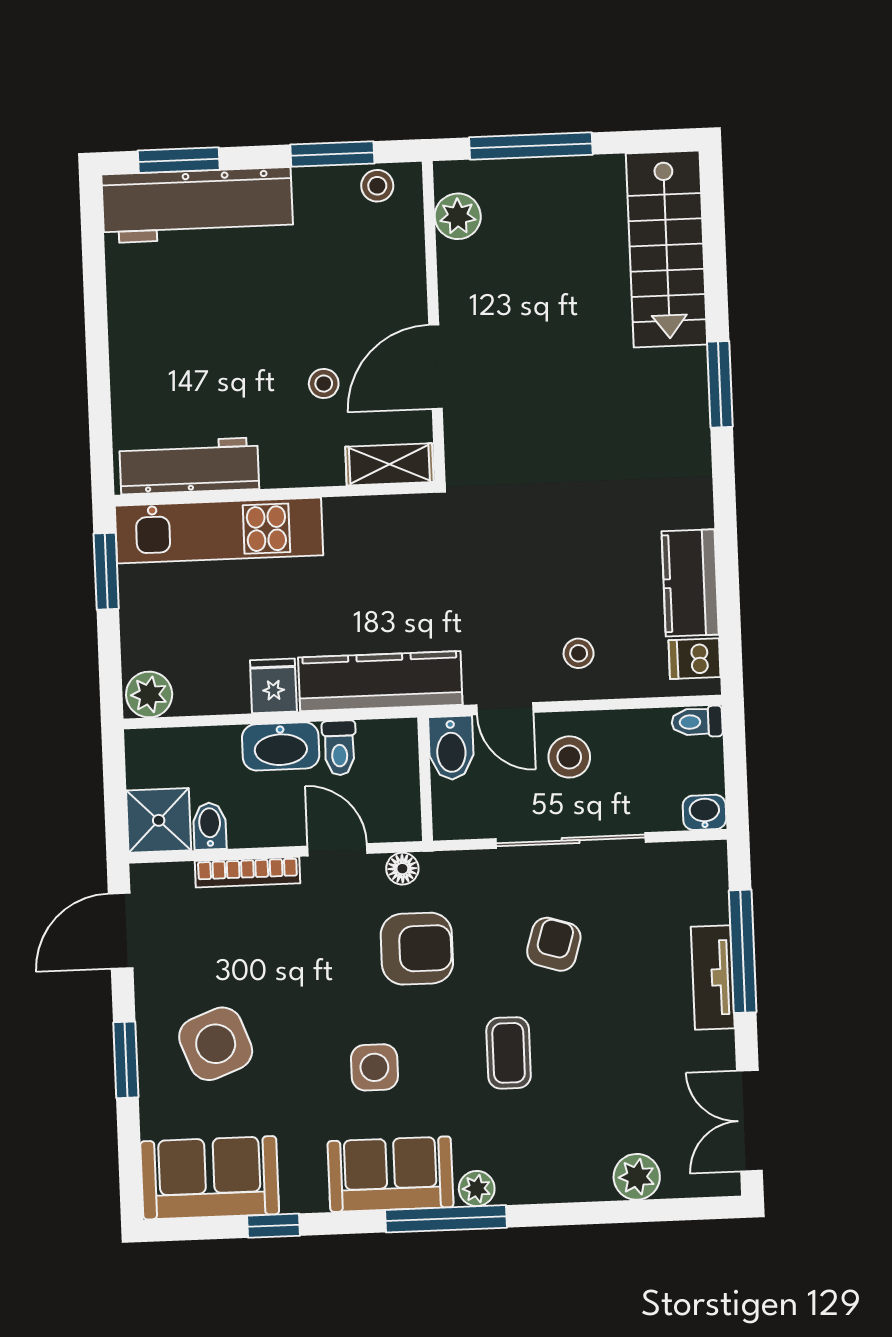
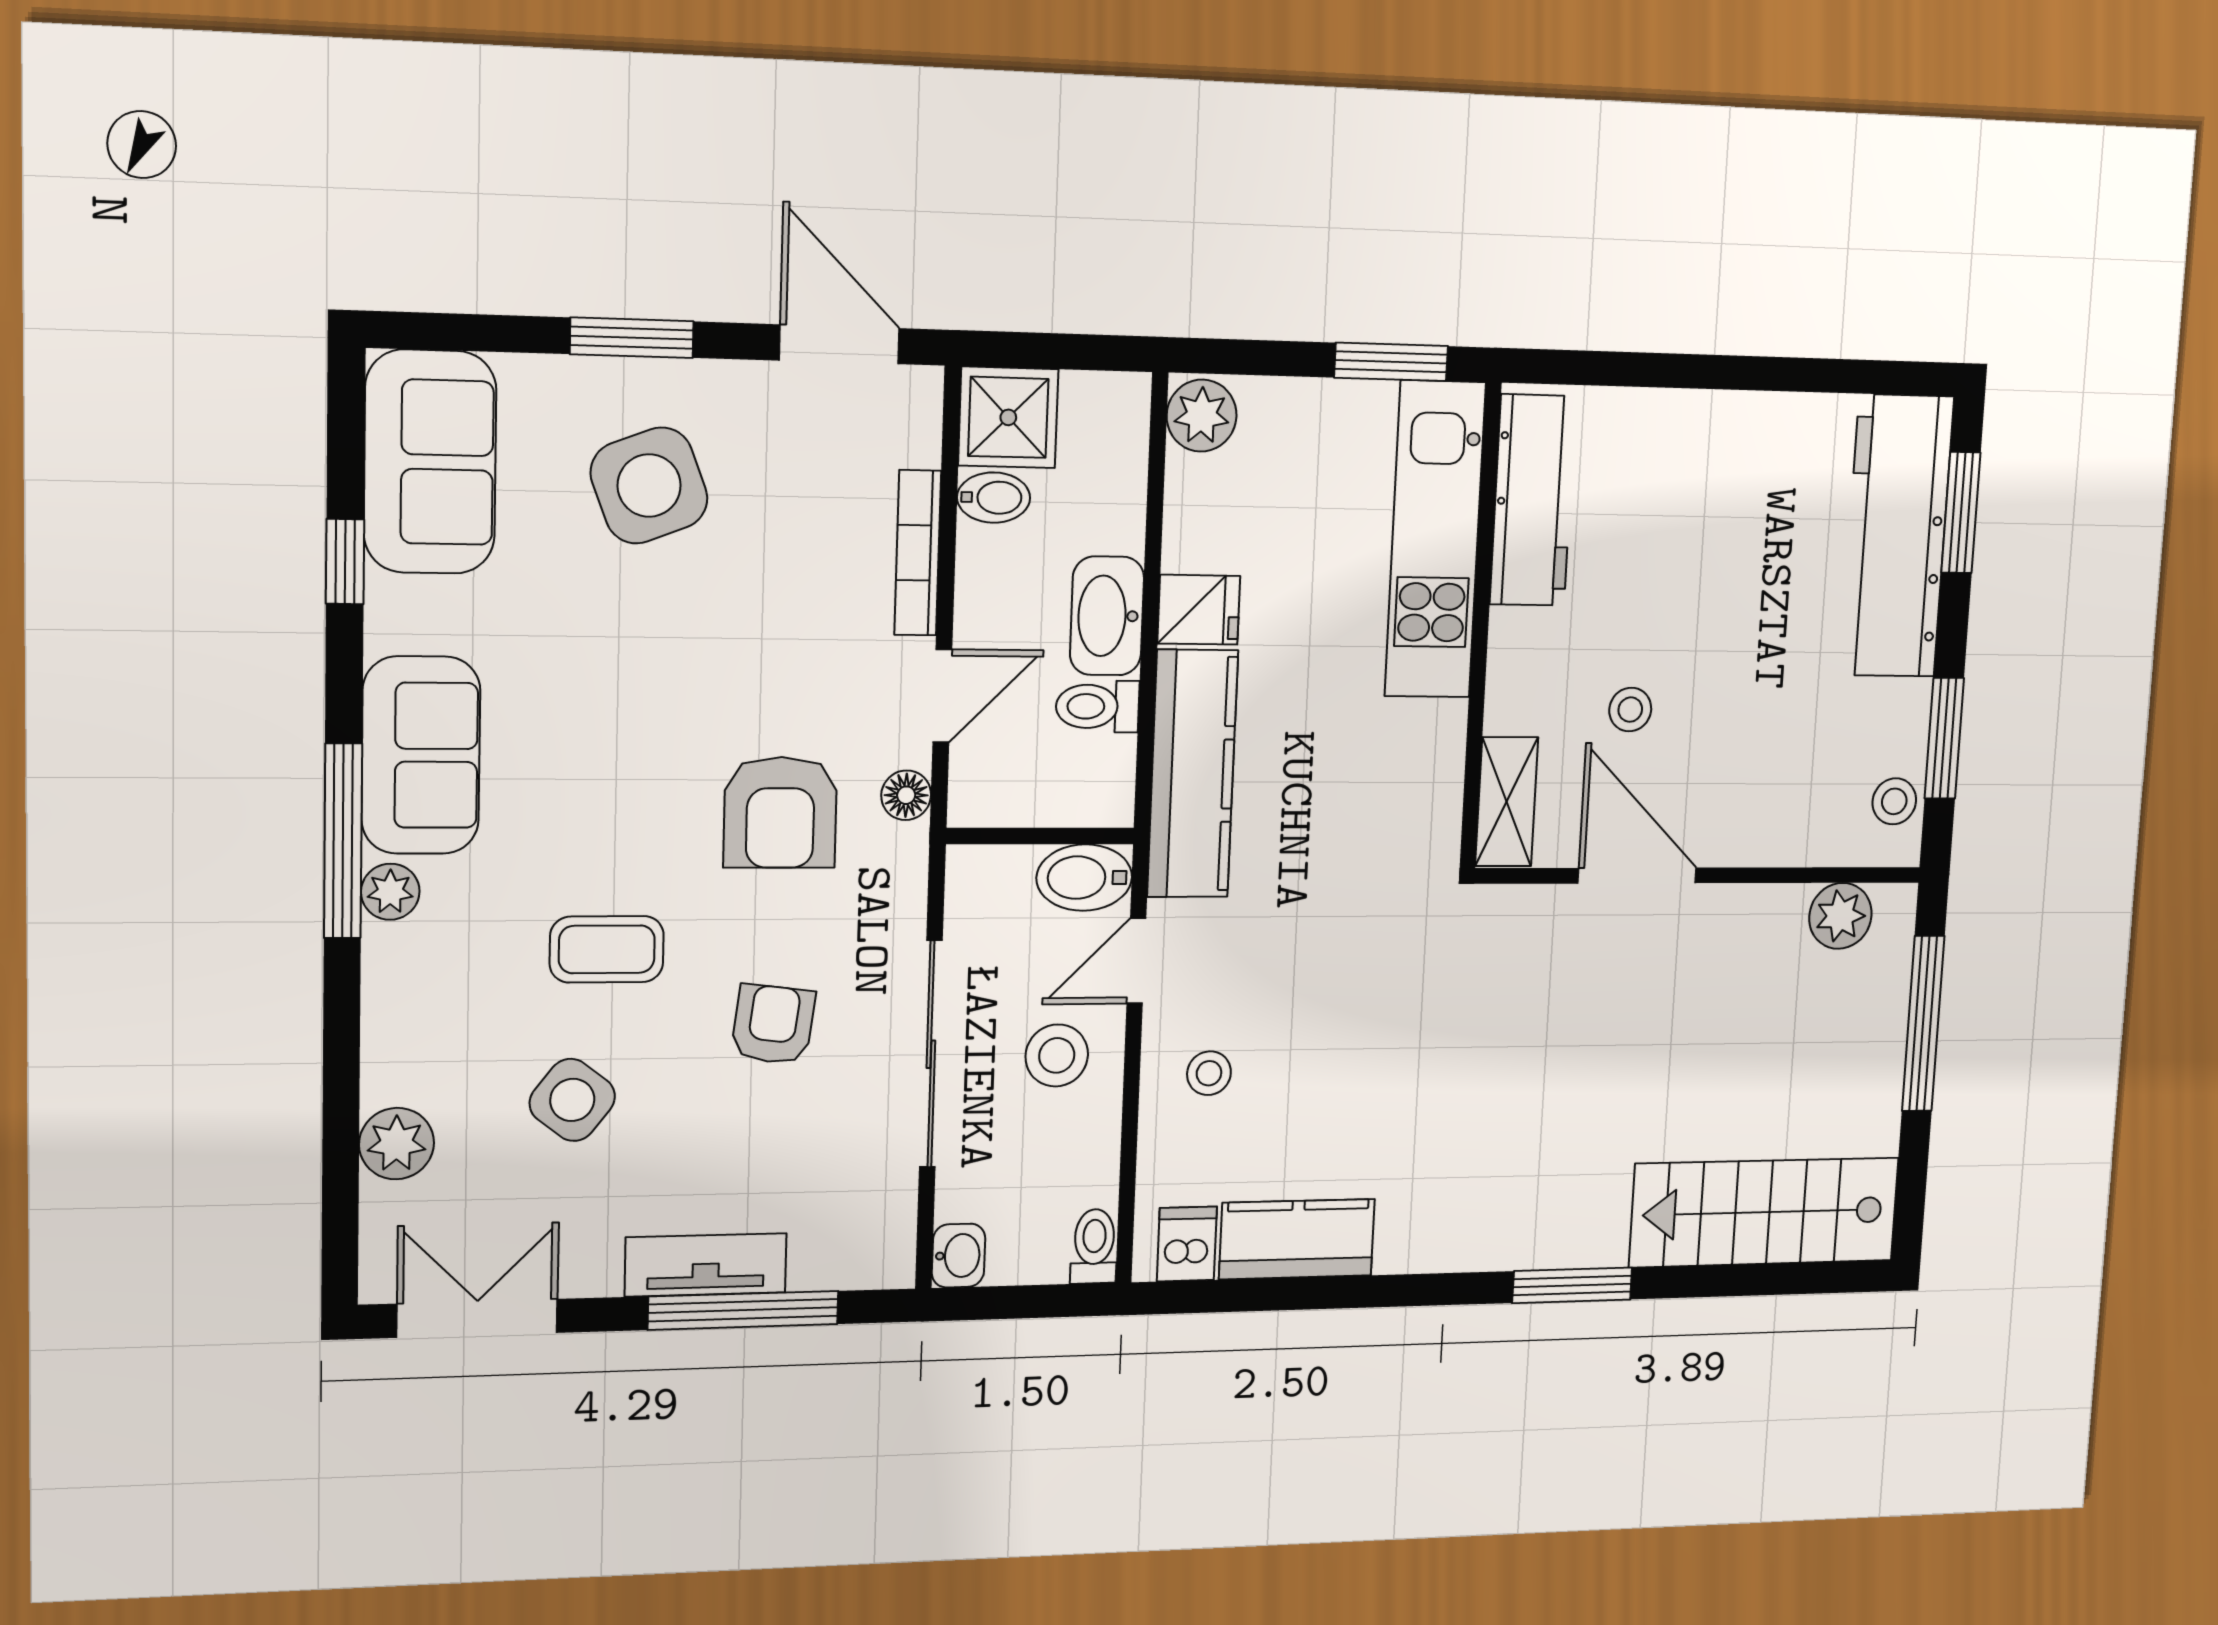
armchair: (554, 944) -> (773, 1024), turned -100
side table: (374, 1067) -> (572, 1100), moved, turned 38

